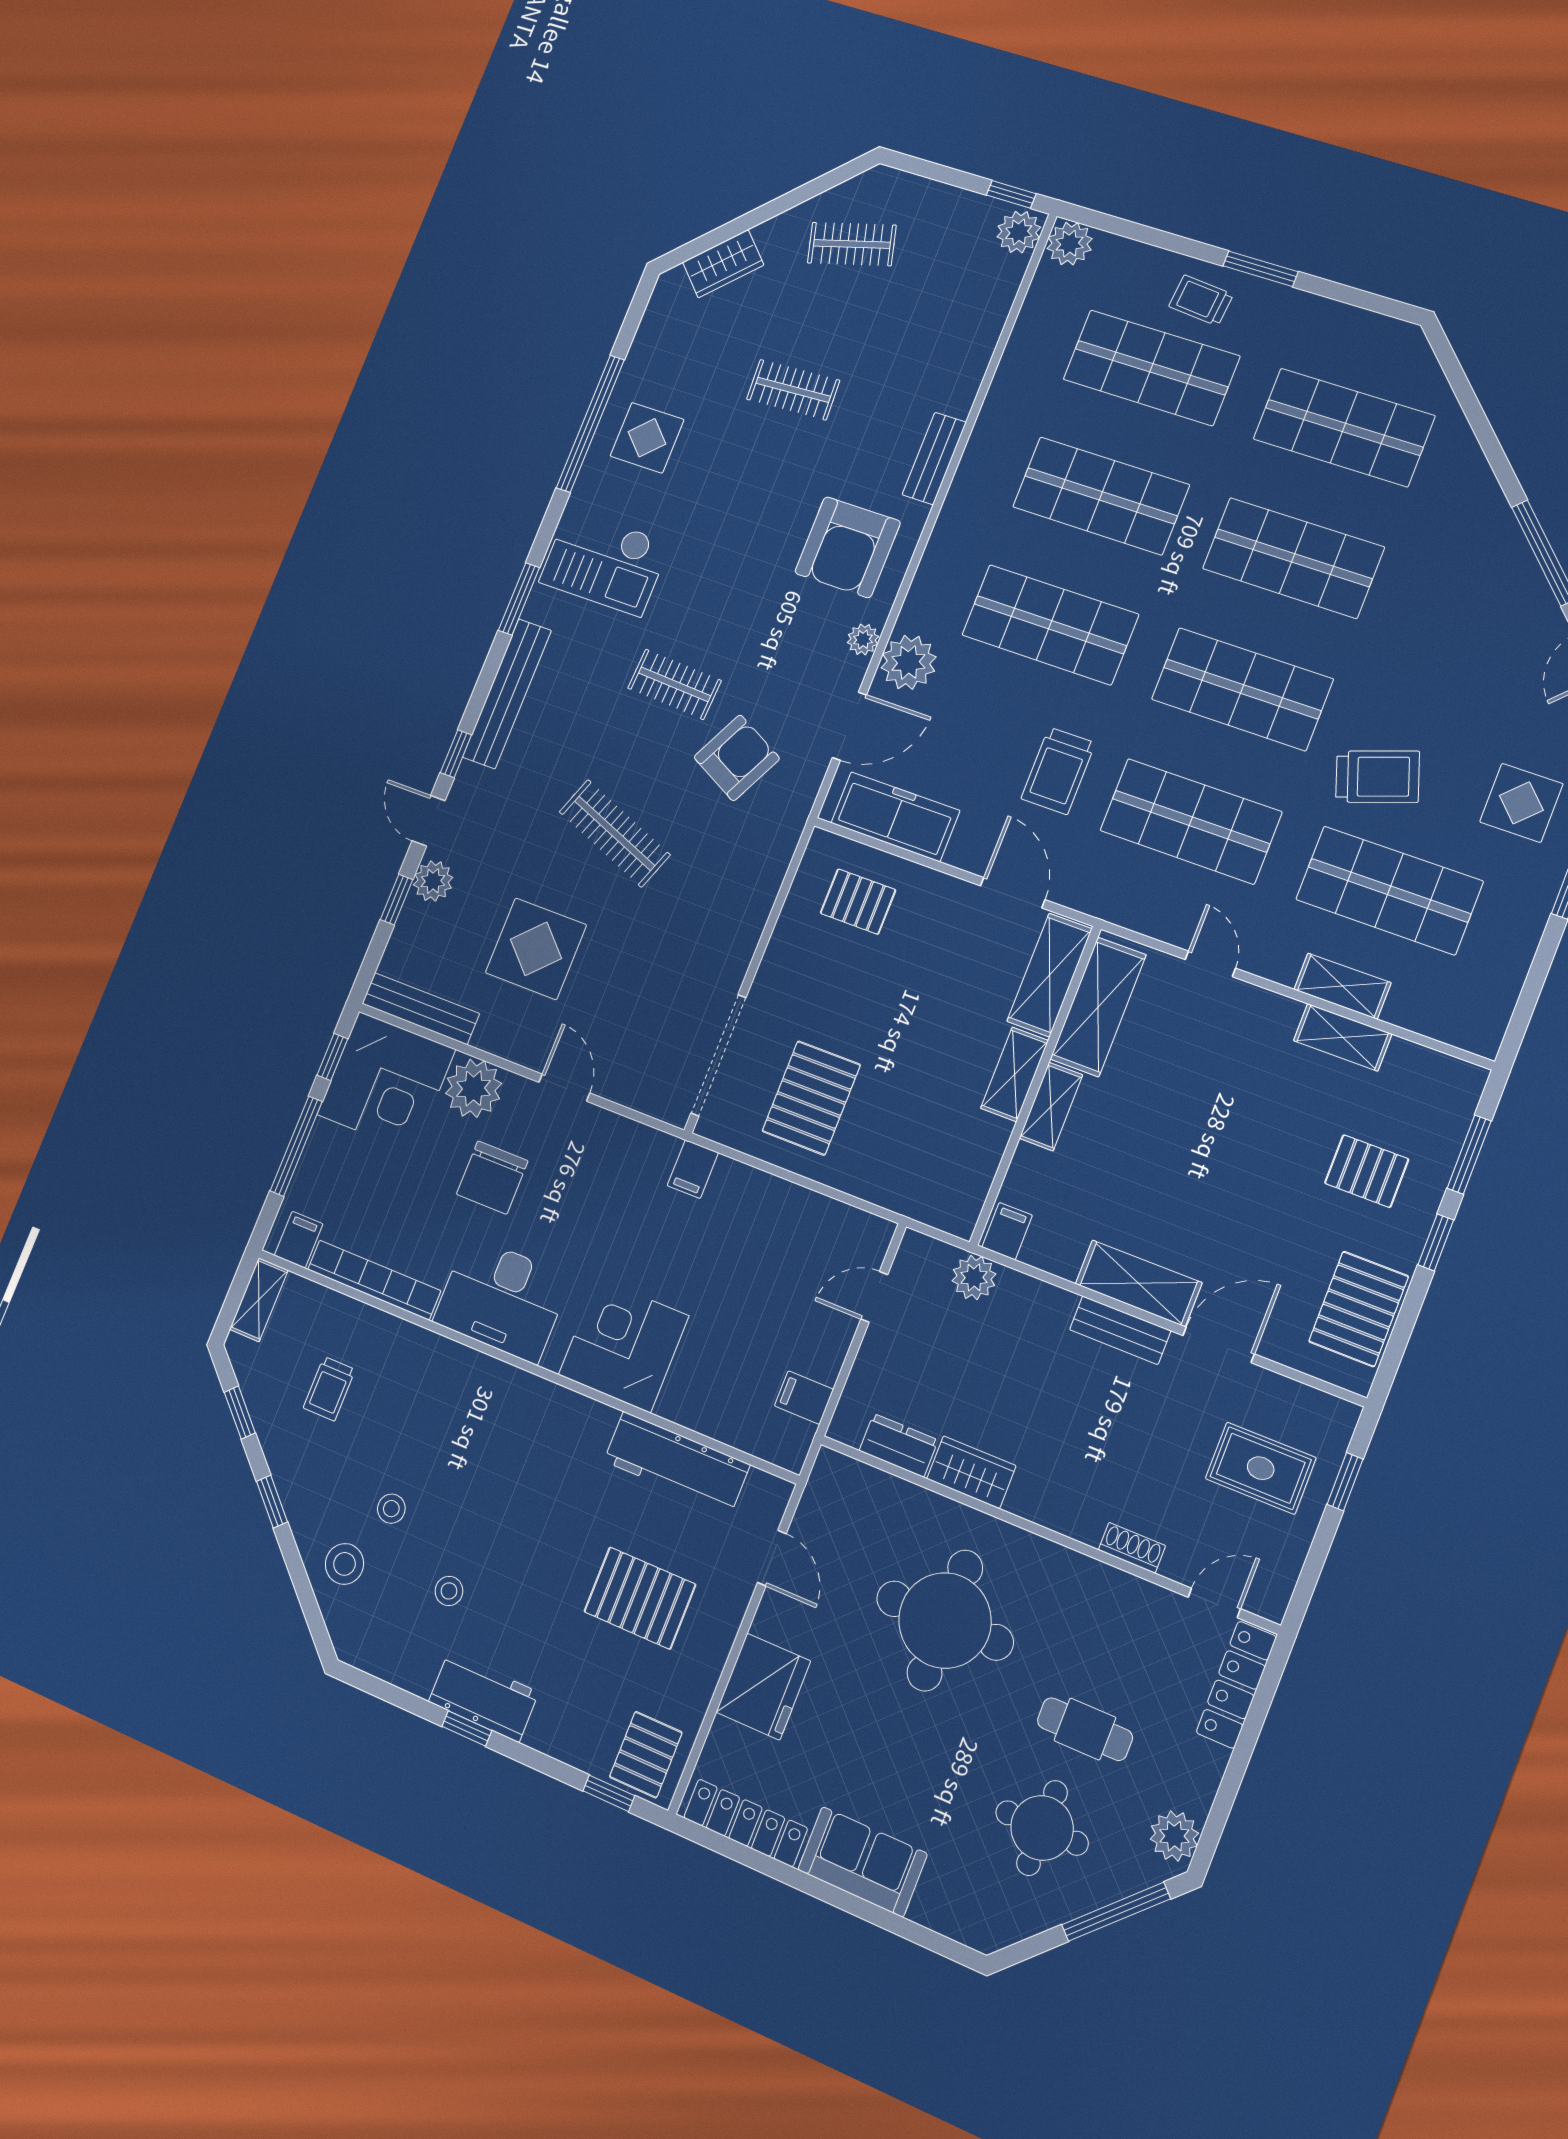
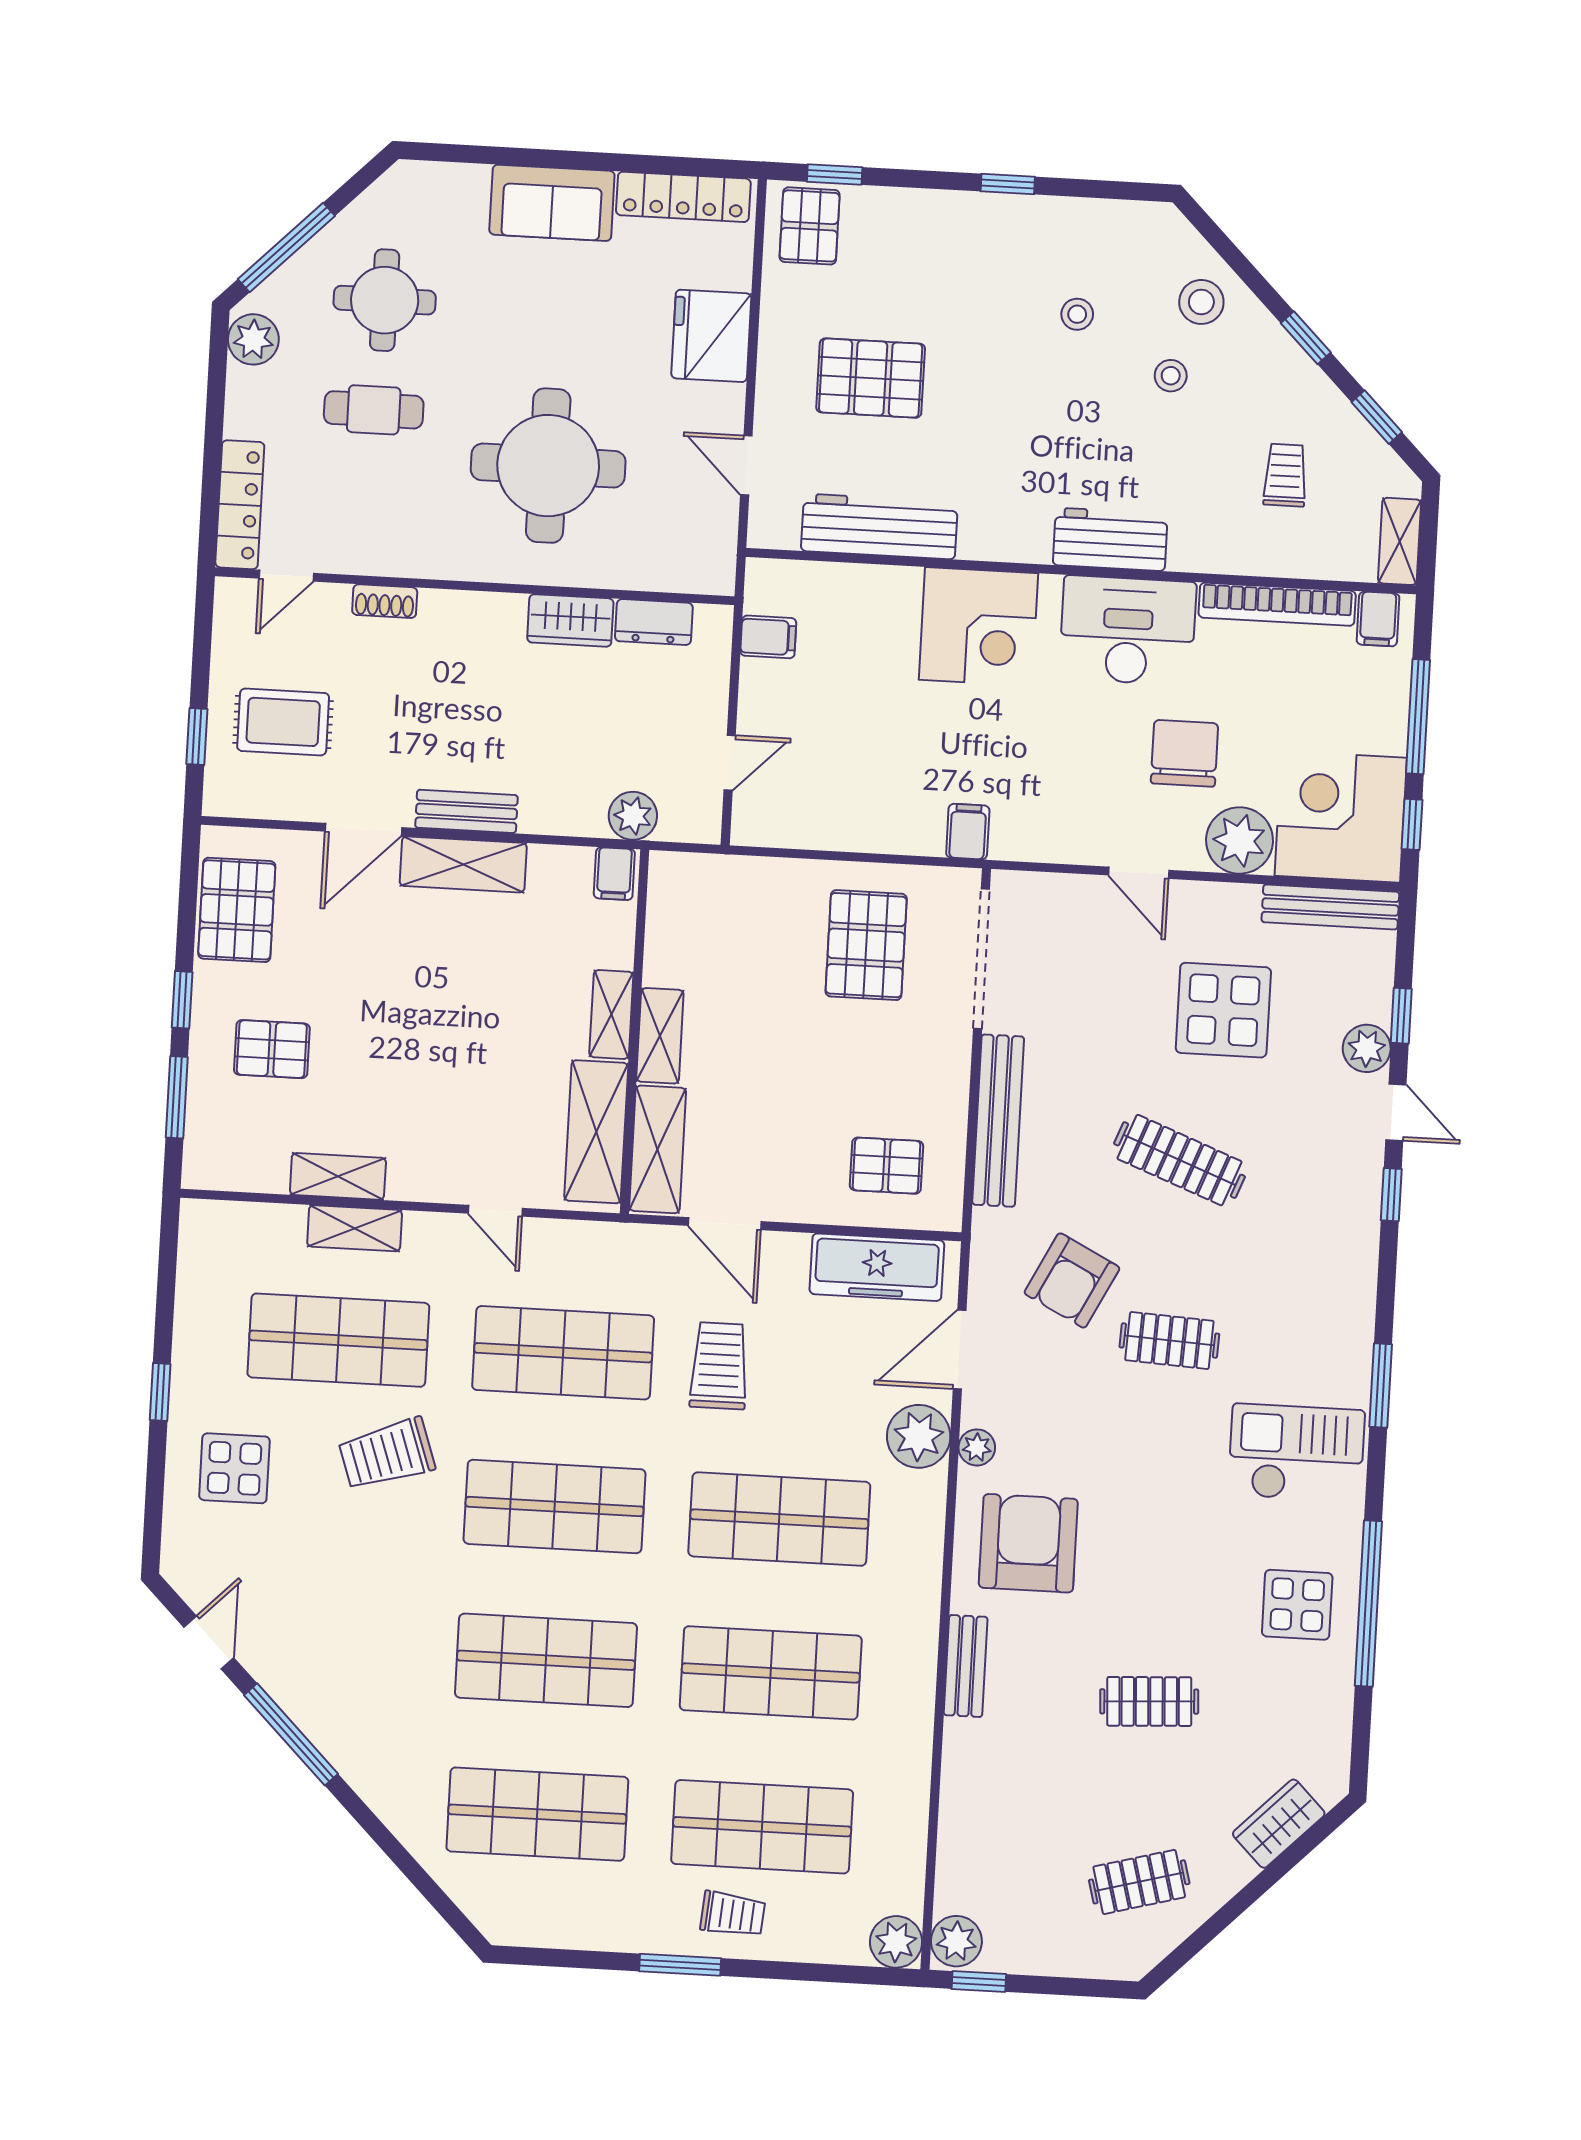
bench: (507, 694) -> (998, 1121), moved
workbench: (484, 1697) -> (1110, 539), moved, turned 180

